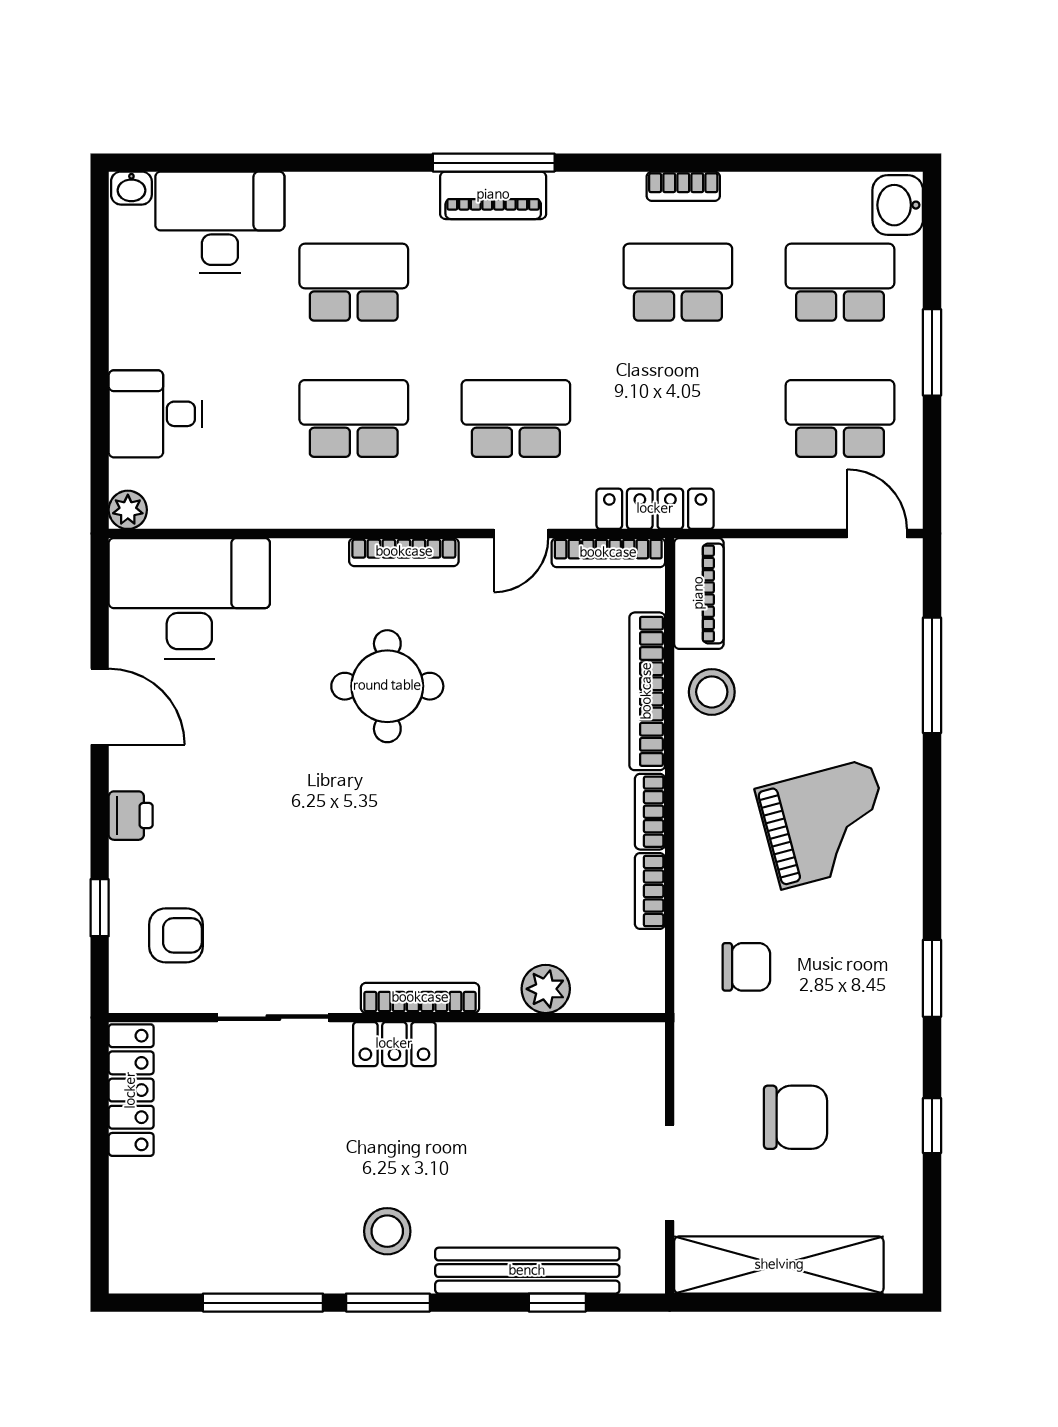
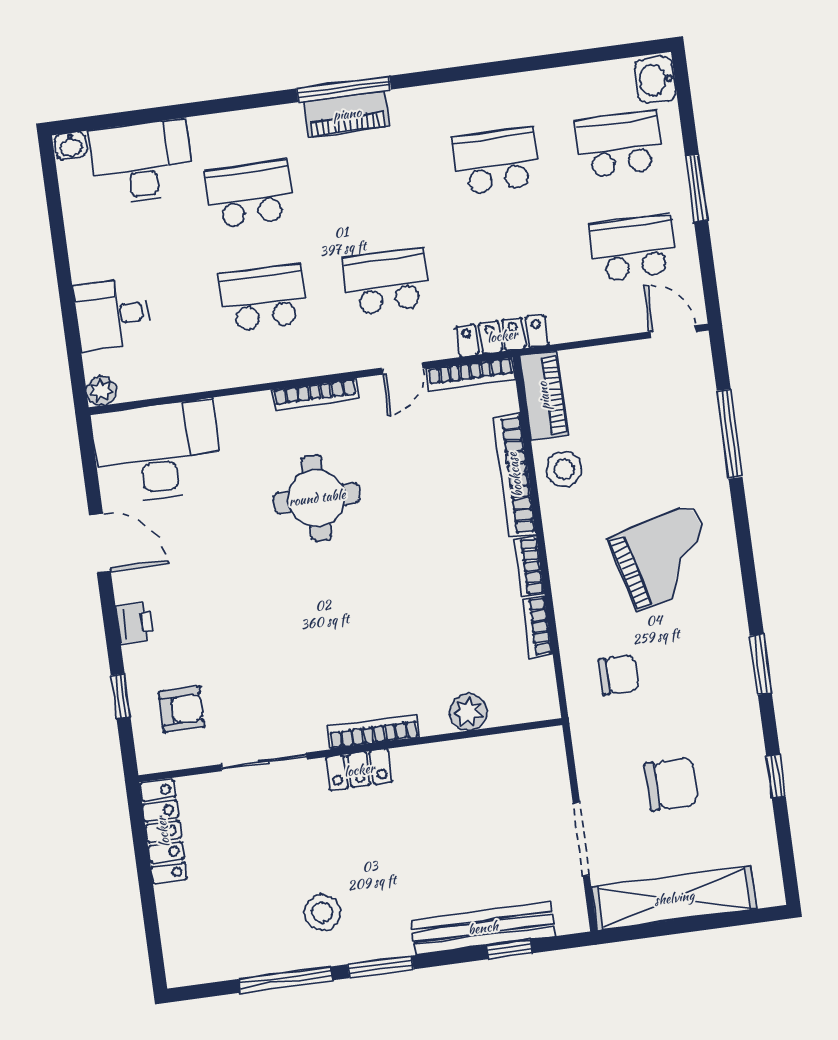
bookcase: (683, 186) -> (490, 88), removed
stool: (387, 1231) -> (322, 912), moved

